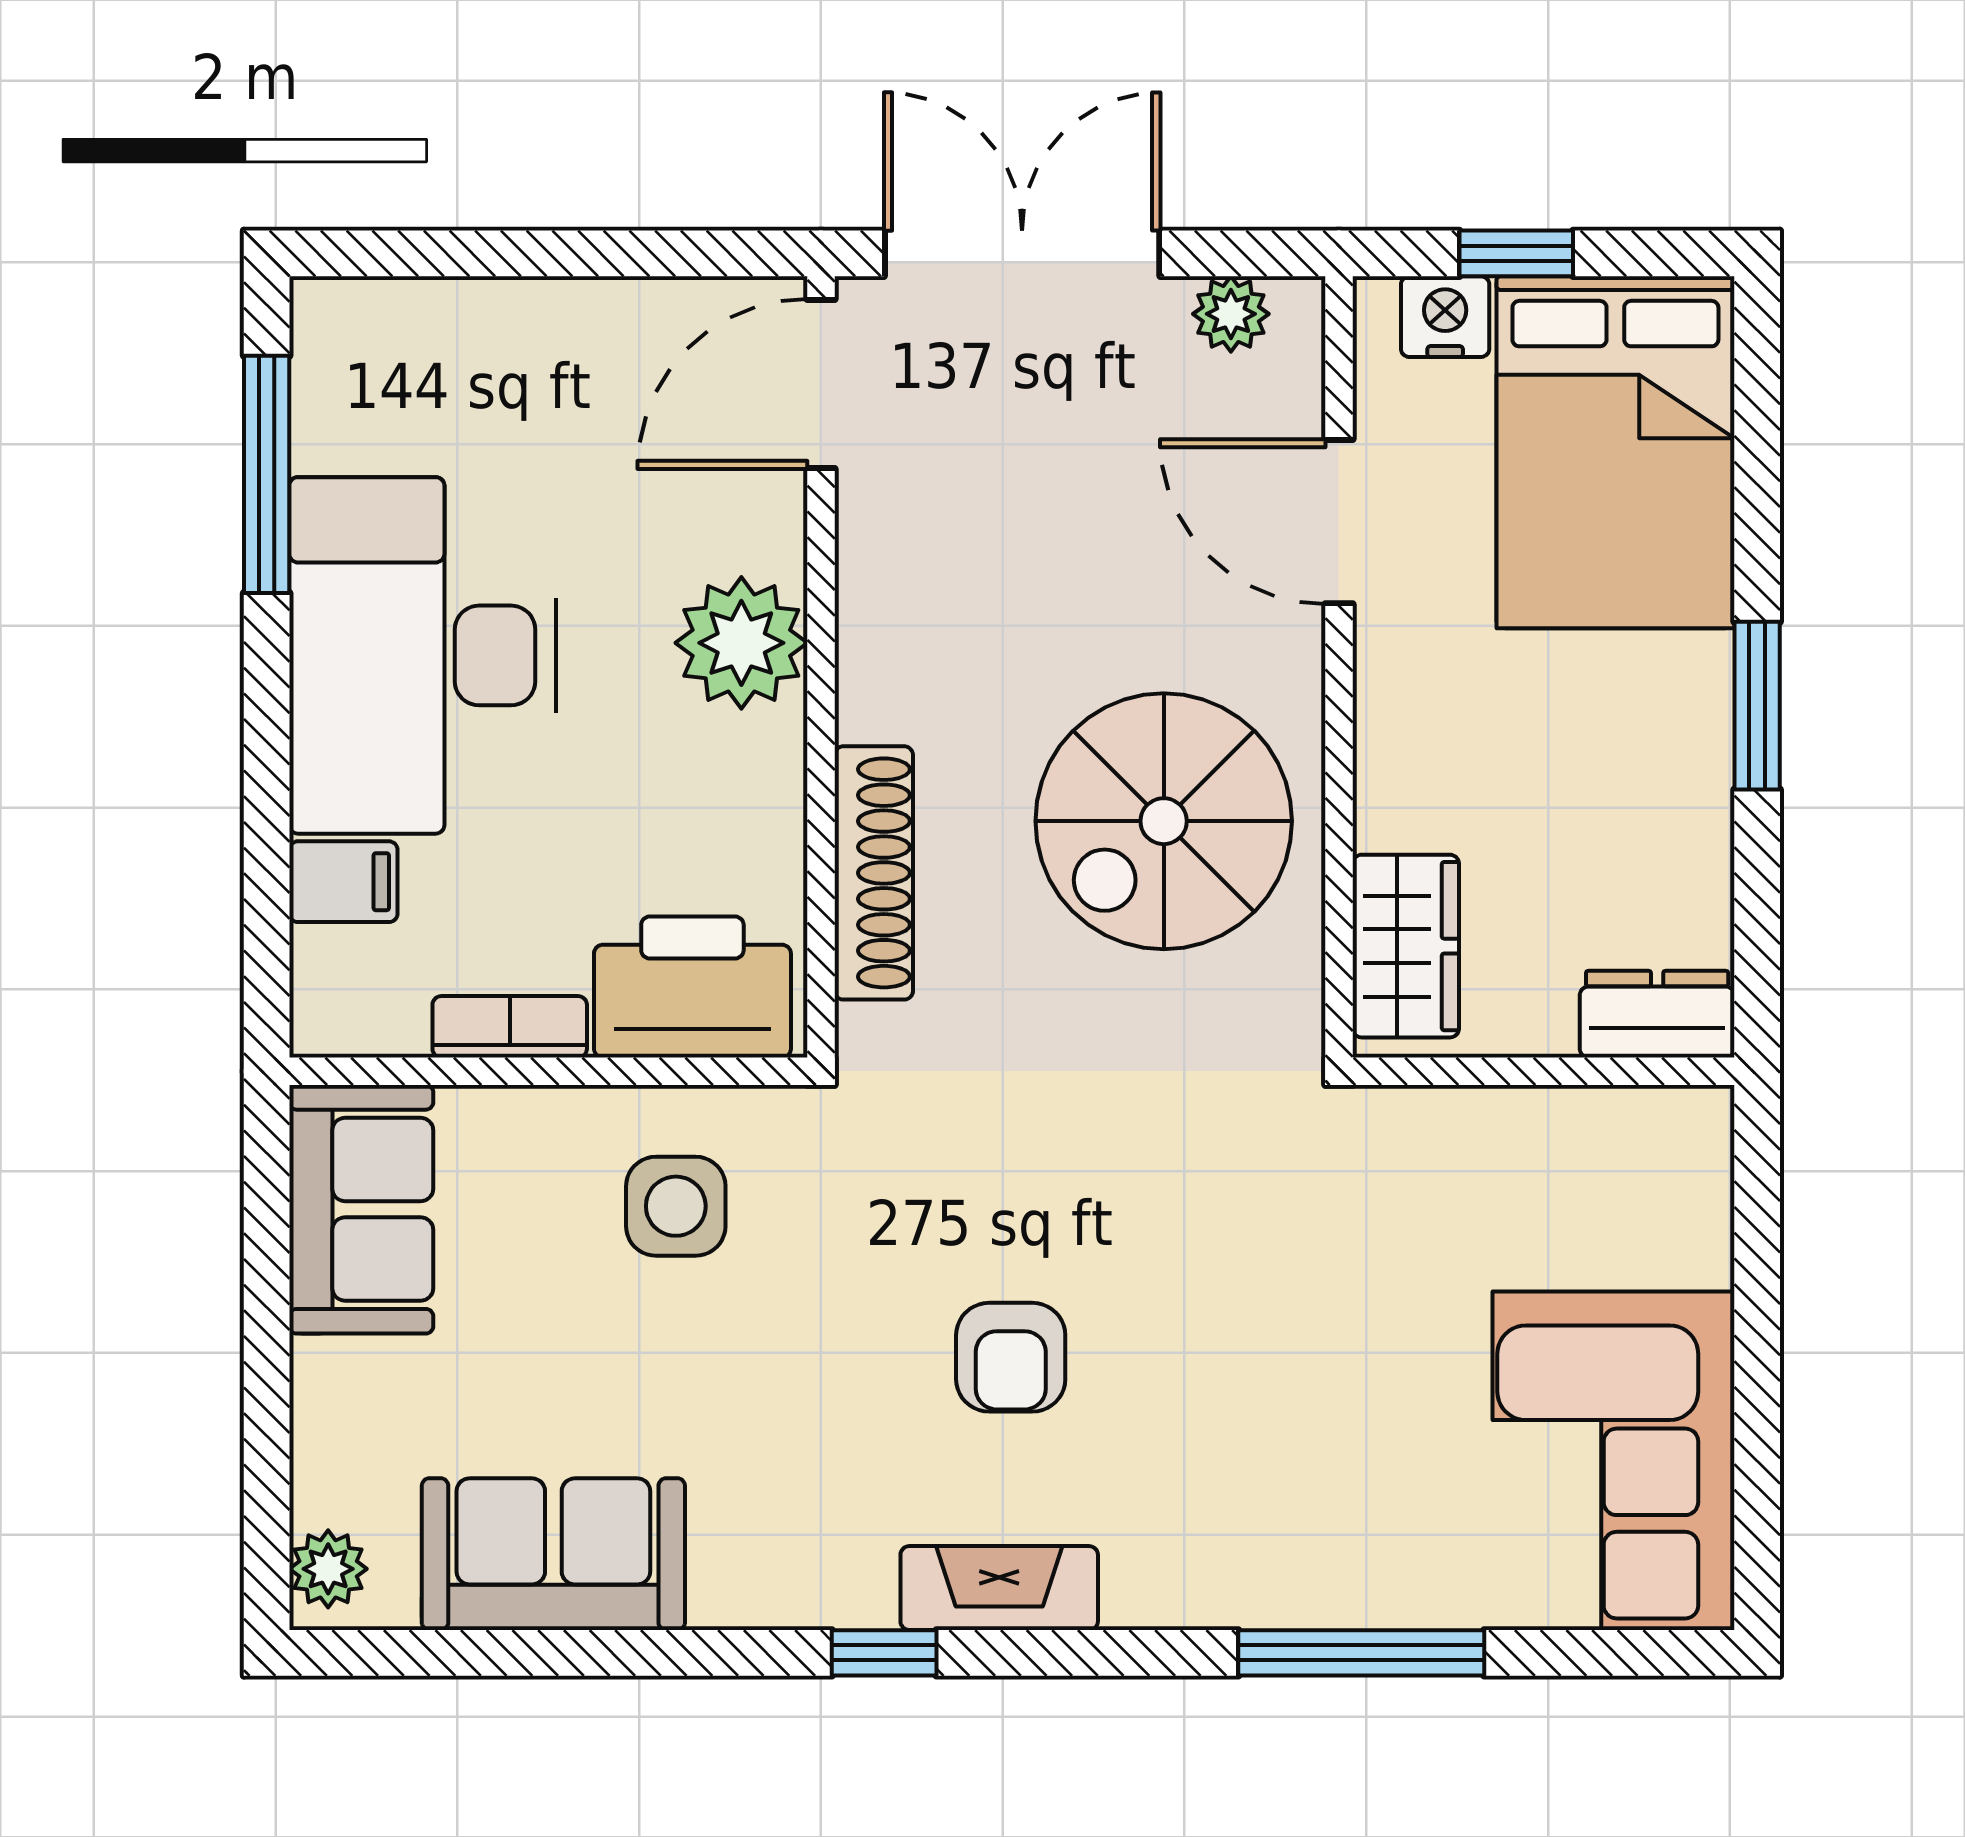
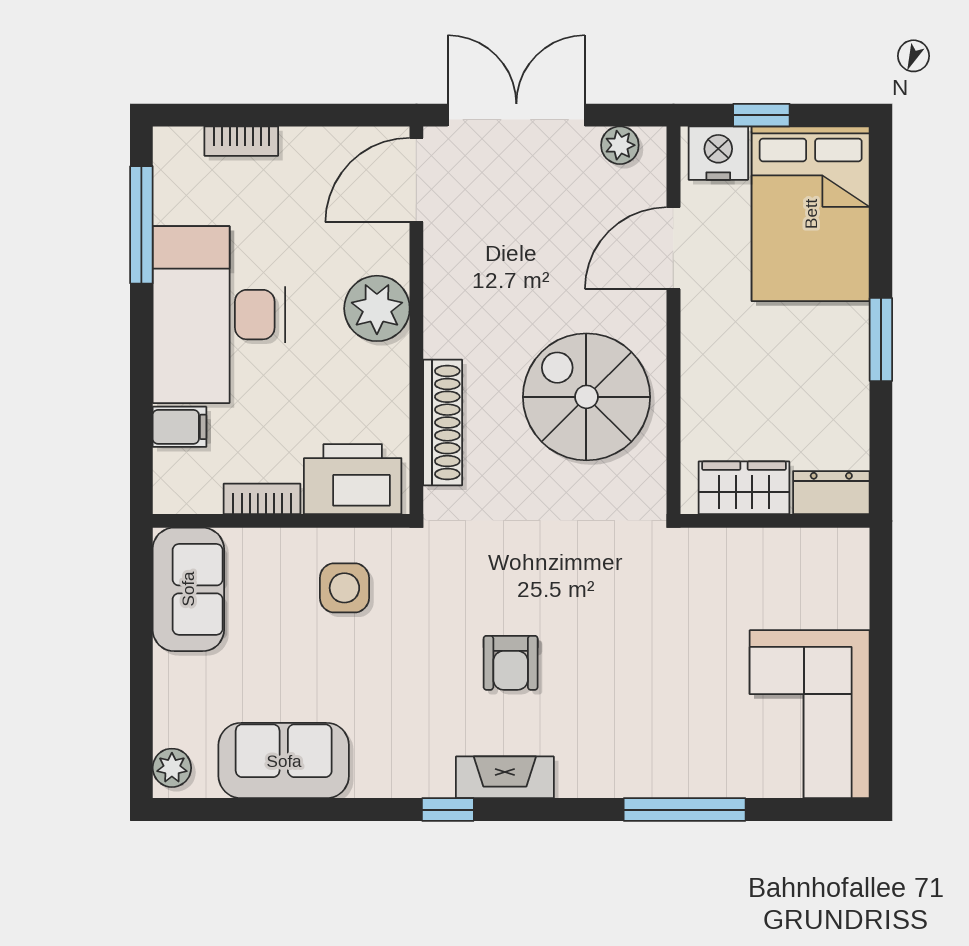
bookcase: (468, 306) -> (241, 141), added
nightstand: (1445, 317) -> (718, 153), width x1.36, depth x1.33
door: (1339, 522) -> (673, 248), hinge flipped
spiral stairs: (1164, 821) -> (586, 397), turned 90
wardrobe: (1406, 946) -> (744, 488), moved, turned -90

